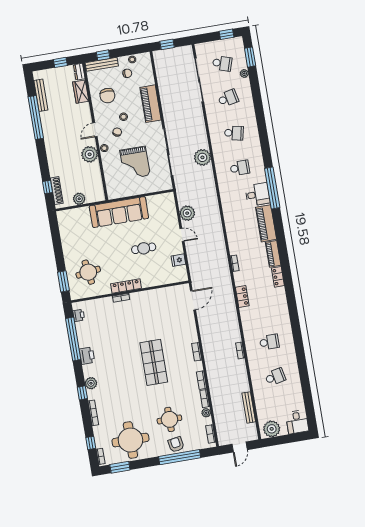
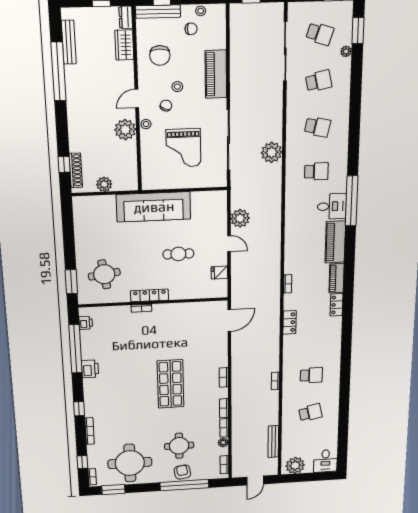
plant: (91, 383) -> (91, 399), removed

